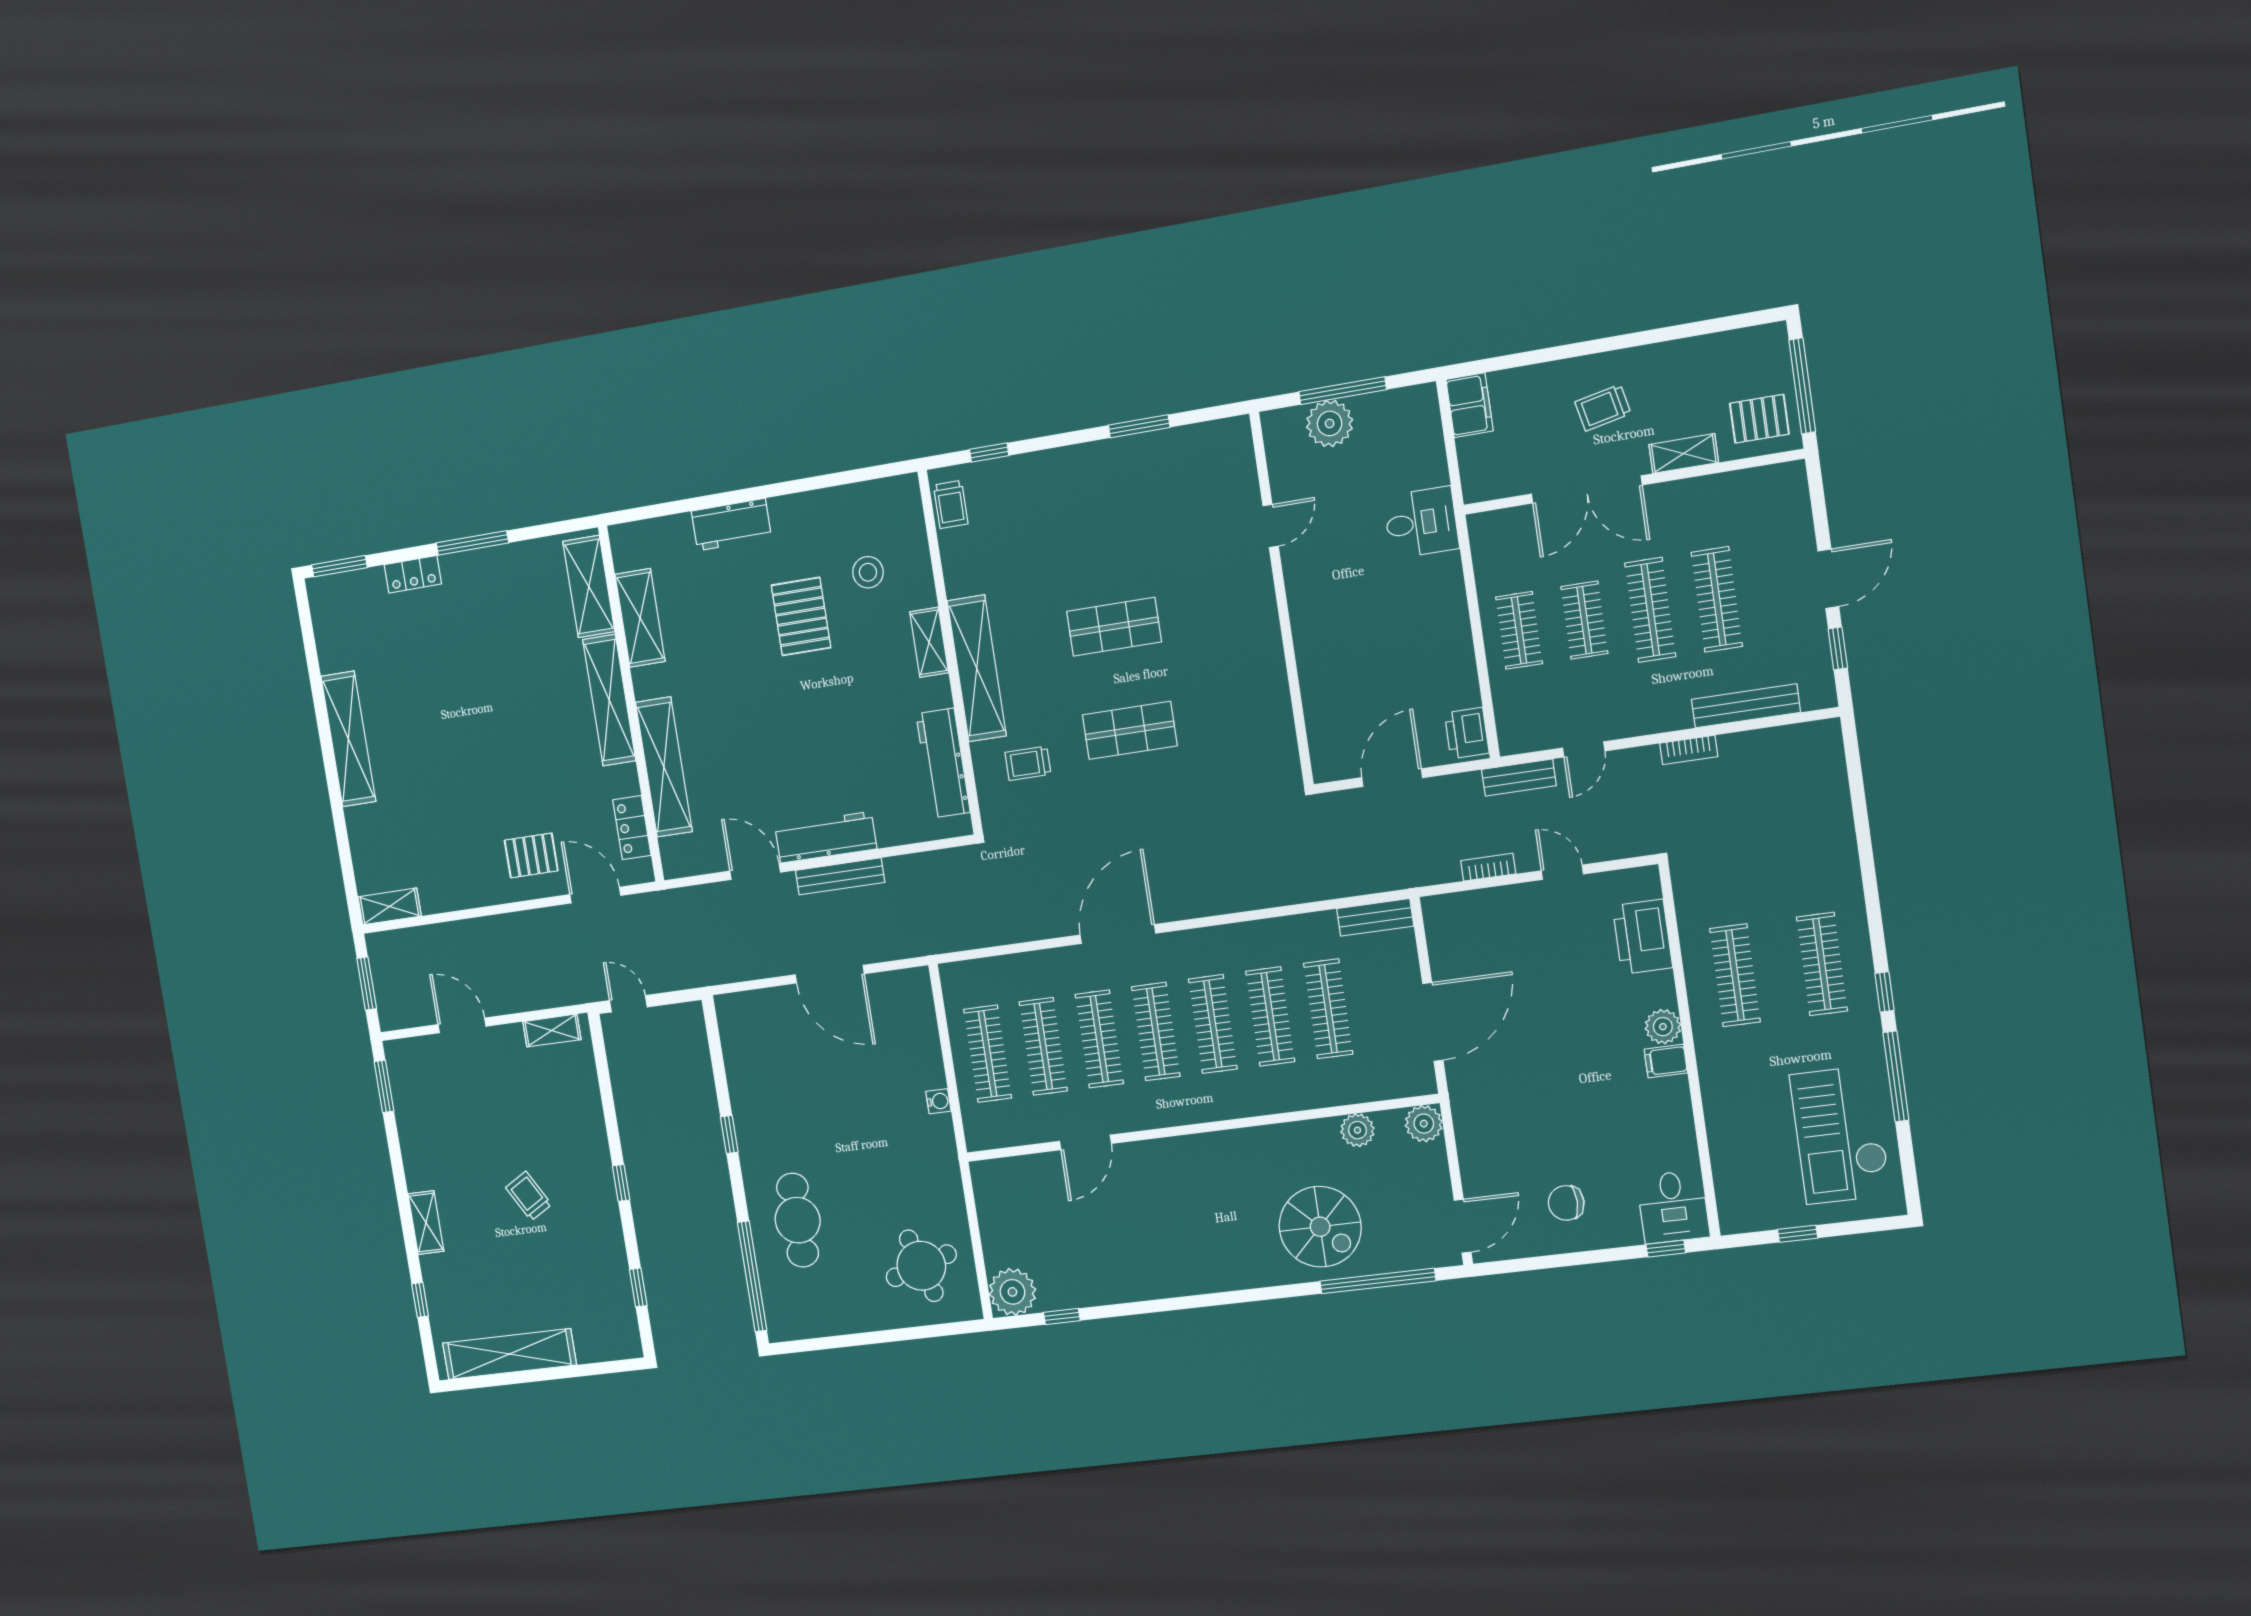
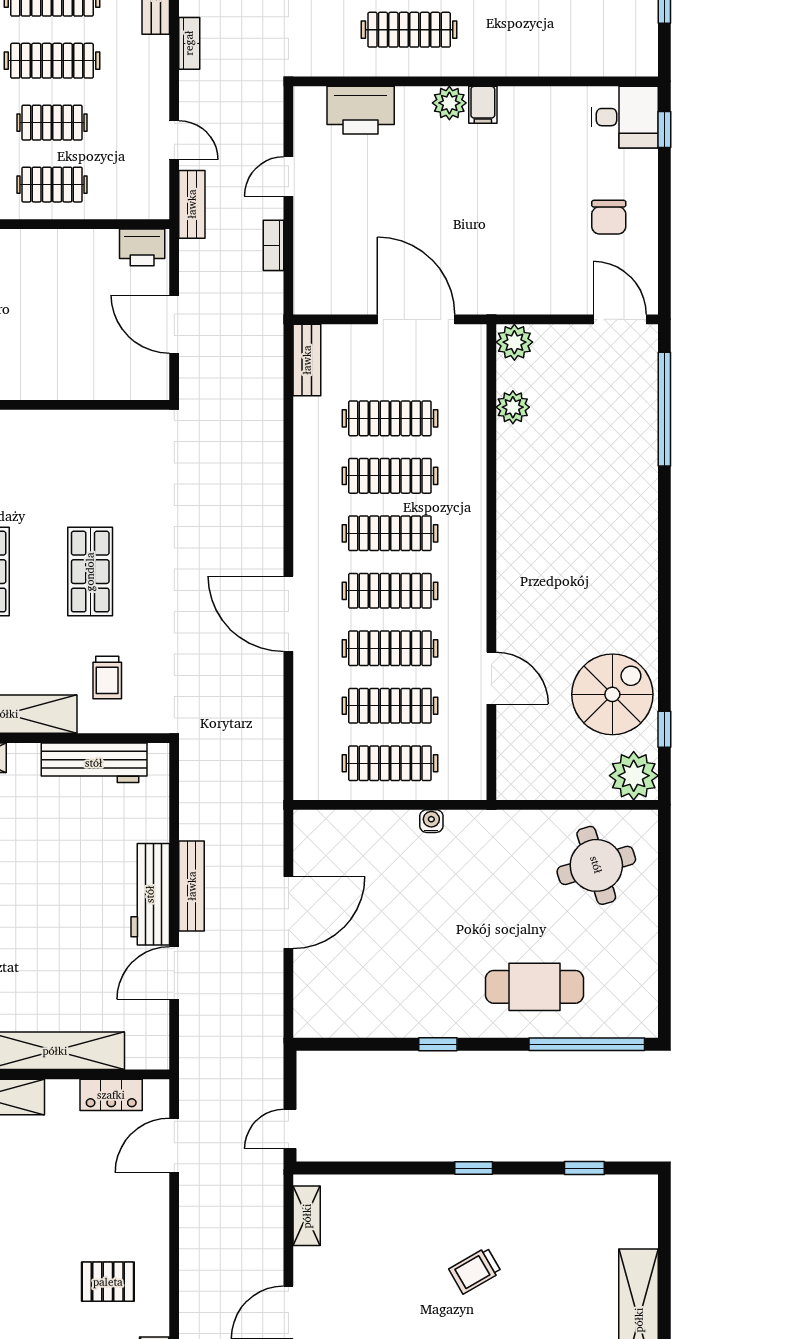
pallet: (531, 855) -> (108, 1282), moved, turned 90
spiral stairs: (1320, 1227) -> (612, 694), moved

